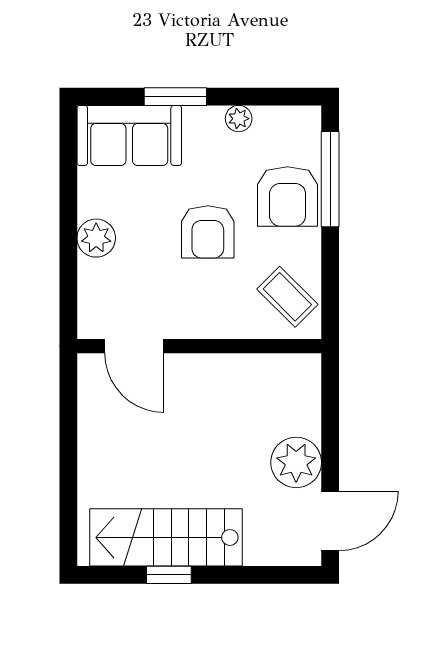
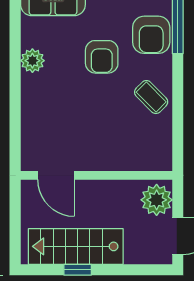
door: (134, 346) -> (56, 175), moved
wall: (199, 346) -> (96, 175), moved

